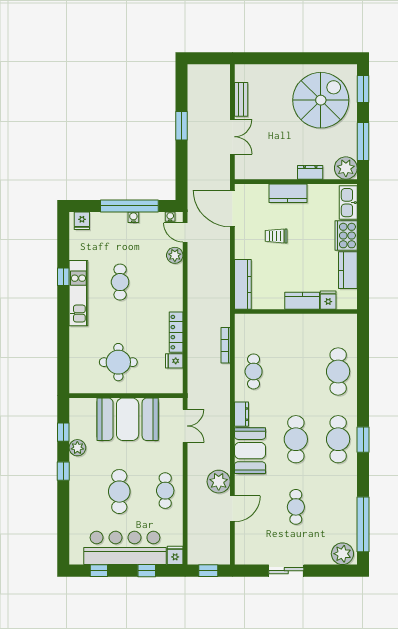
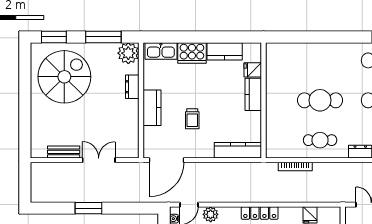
spiral stairs: (321, 100) -> (64, 77), turned 90
locker: (176, 332) -> (260, 213), moved
cafe table: (338, 371) -> (320, 100), moved

